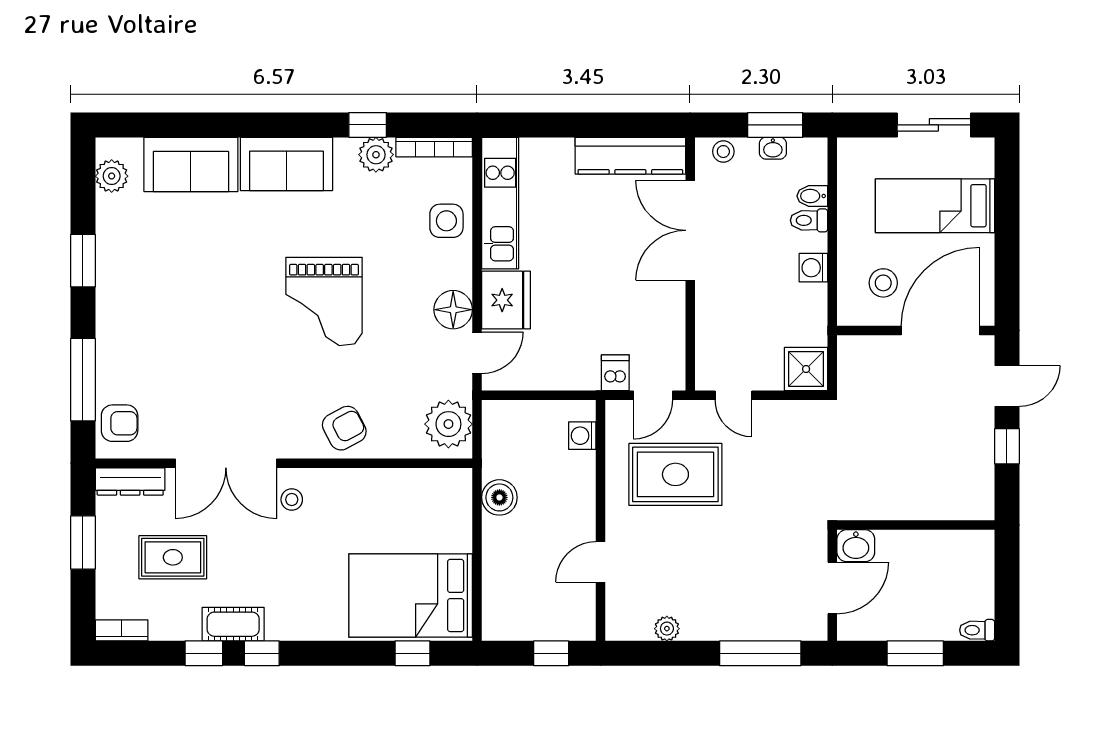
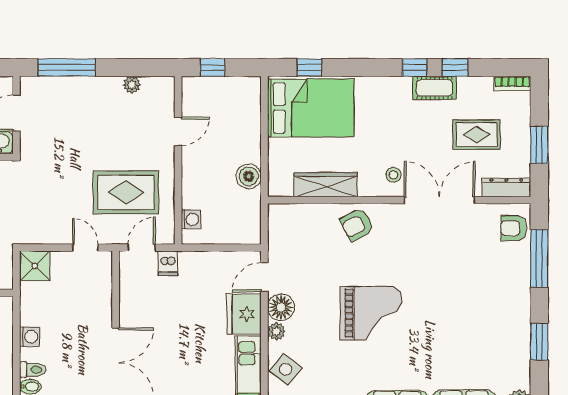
side table: (446, 221) -> (286, 369), turned 38
grand piano: (324, 301) -> (371, 313), turned 90
plant: (448, 424) -> (276, 331), moved, width x0.53, depth x0.53
wardrobe: (389, 485) -> (326, 185), added

